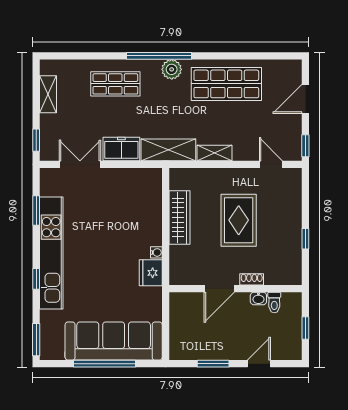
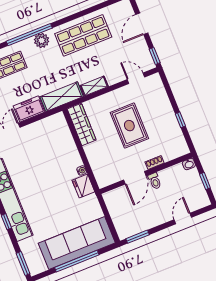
wardrobe: (179, 217) -> (82, 124), moved
washbasin: (258, 298) -> (189, 164), moved
toilet: (274, 302) -> (155, 181), moved
window: (213, 364) -> (138, 237), moved

